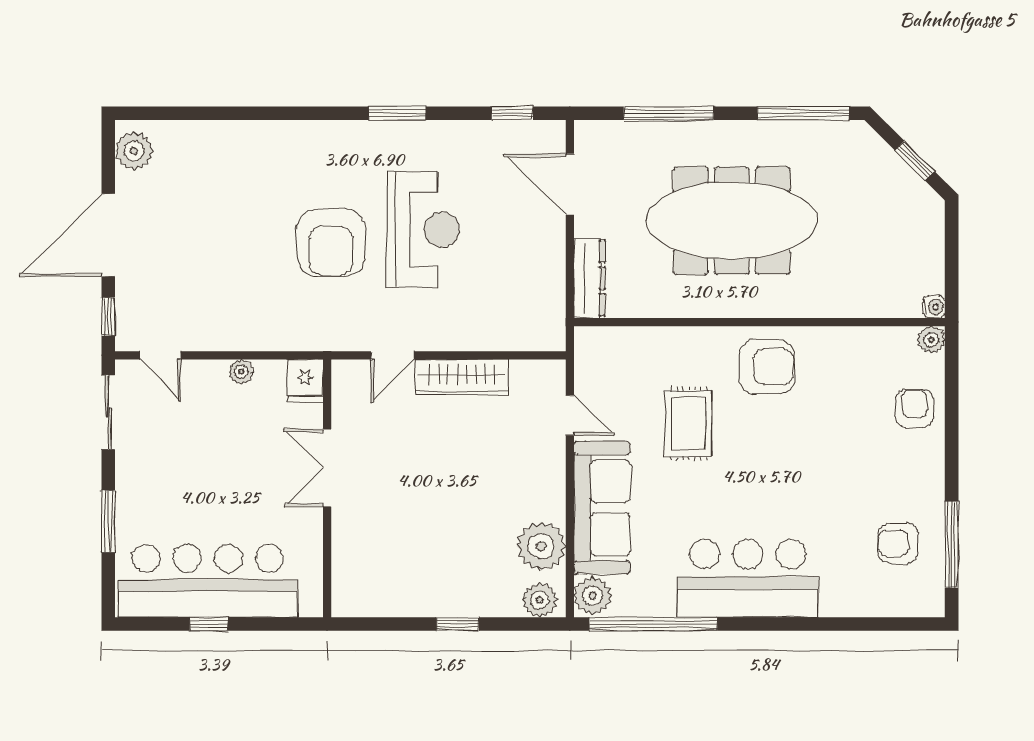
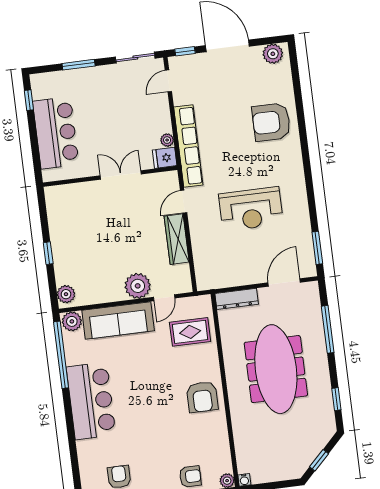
window: (397, 113) -> (310, 188), removed
window: (512, 113) -> (317, 248), width x1.50
window: (803, 113) -> (336, 399), width x0.46
armchair: (331, 243) -> (271, 122), moved
row of seats: (288, 333) -> (188, 146), added
door: (393, 355) -> (184, 202), hinge flipped
plant: (241, 372) -> (167, 140), moved
rug: (689, 423) -> (190, 332), moved
plant: (541, 546) -> (138, 286), moved
bar counter: (208, 581) -> (56, 133), width x0.73
window: (209, 624) -> (29, 100), moved

